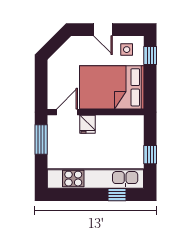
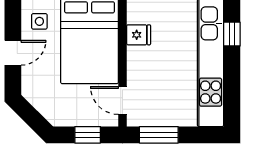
window: (41, 86) -> (88, 135), added
fridge: (87, 124) -> (139, 35), moved

